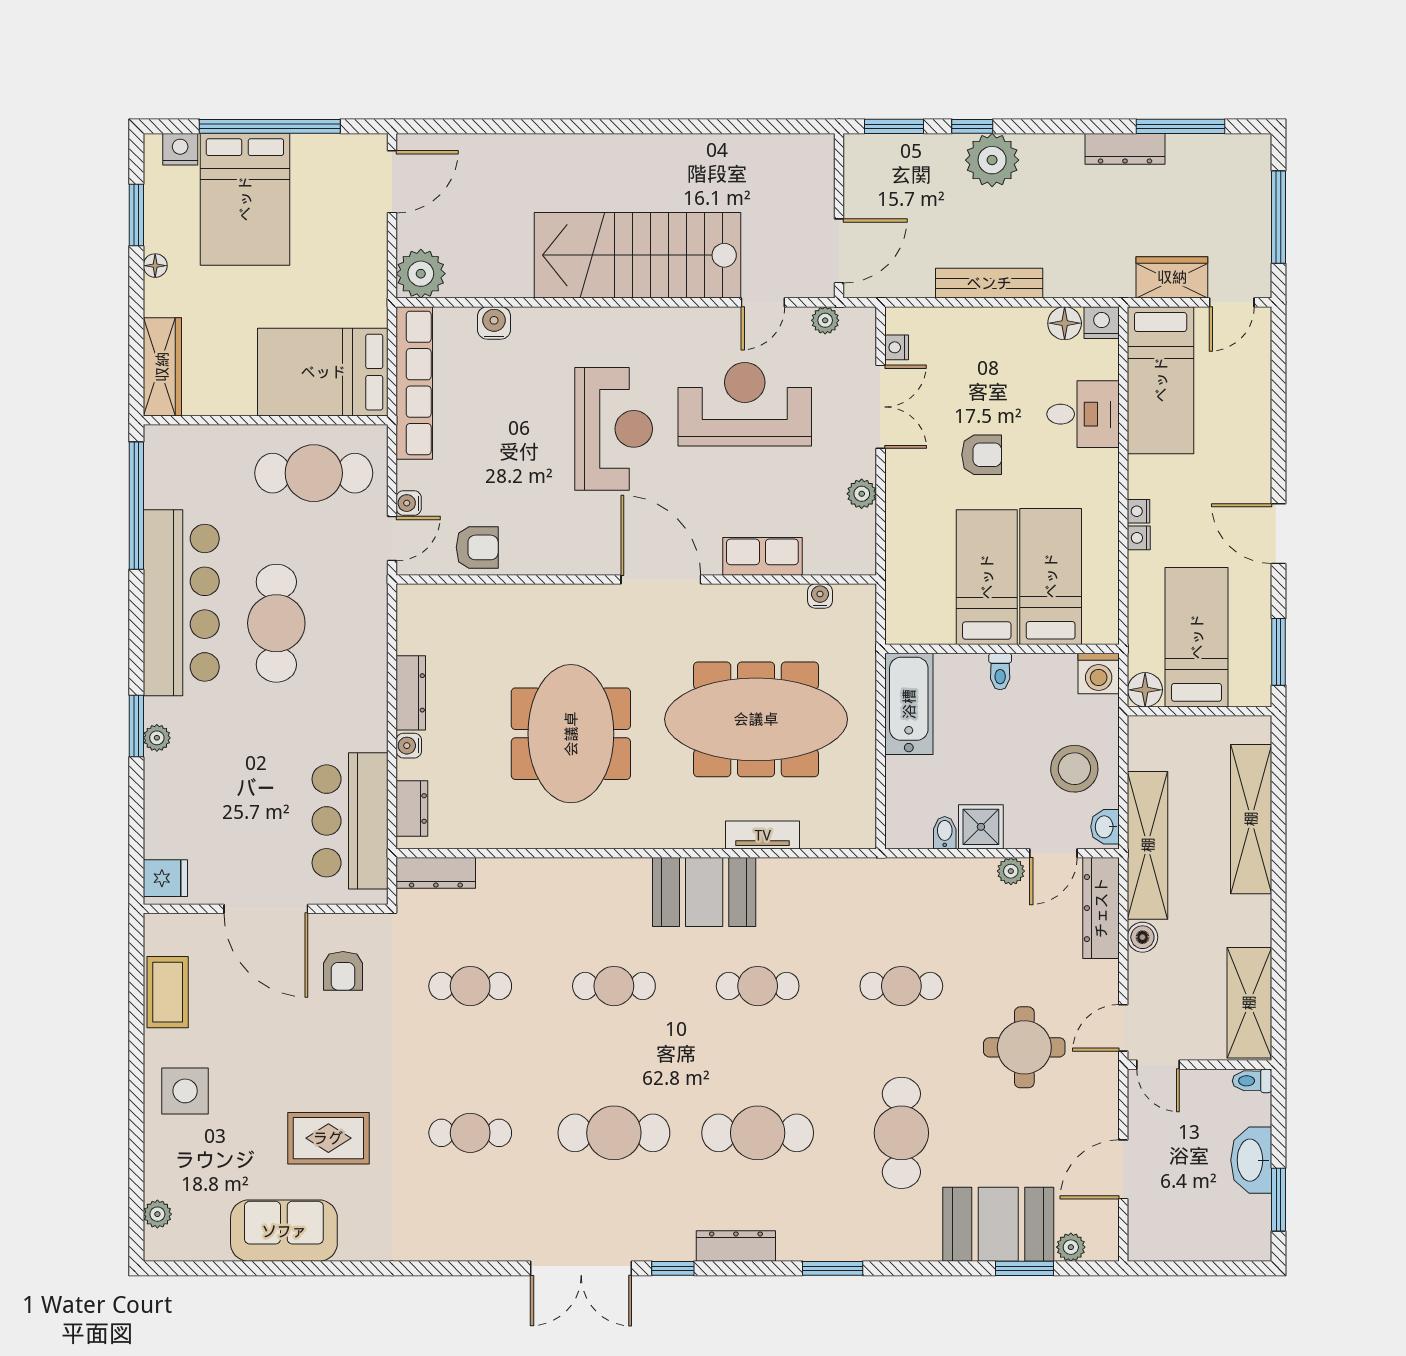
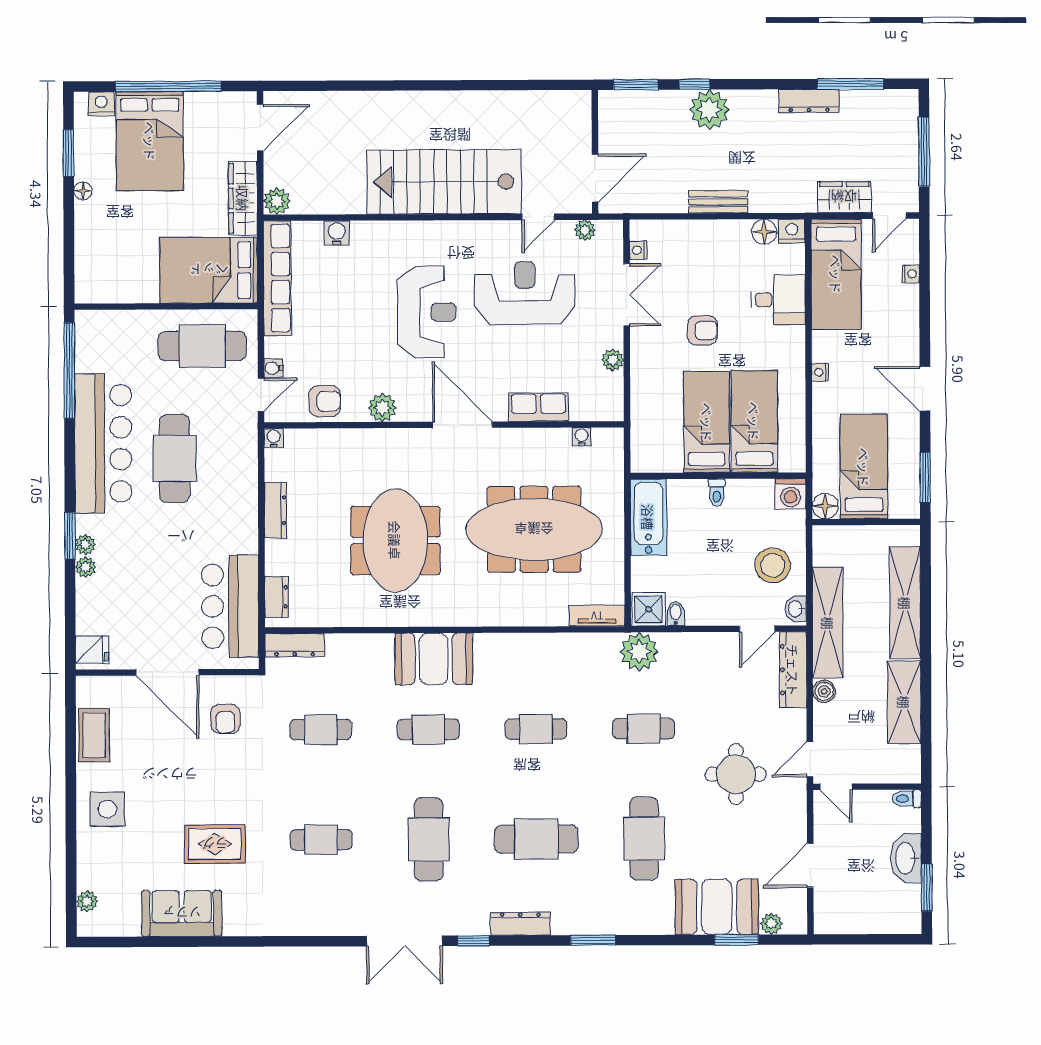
plant: (421, 274) -> (277, 201), width x0.73, depth x0.73
bench: (989, 283) -> (718, 202), width x0.73
wardrobe: (162, 367) -> (243, 198), moved, turned 180
nightstand: (1139, 538) -> (911, 274), moved, turned 180
plant: (554, 557) -> (382, 408), added
water cooler: (409, 746) -> (274, 438), moved, turned 90
plant: (157, 768) -> (86, 567), added
shower: (981, 827) -> (649, 609), moved
tv unit: (763, 835) -> (597, 616), moved
plant: (1011, 871) -> (639, 652), moved, width x1.88, depth x1.88
booth: (704, 892) -> (434, 659), moved
shelving: (1249, 1003) -> (904, 702), moved
cafe table: (614, 1133) -> (429, 839), turned 90

